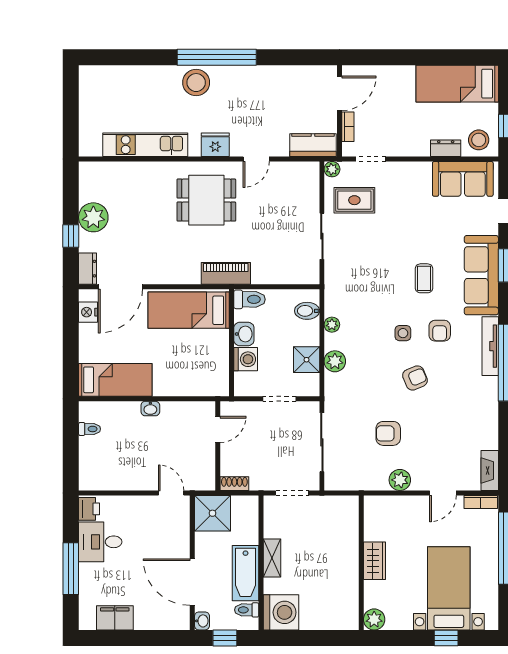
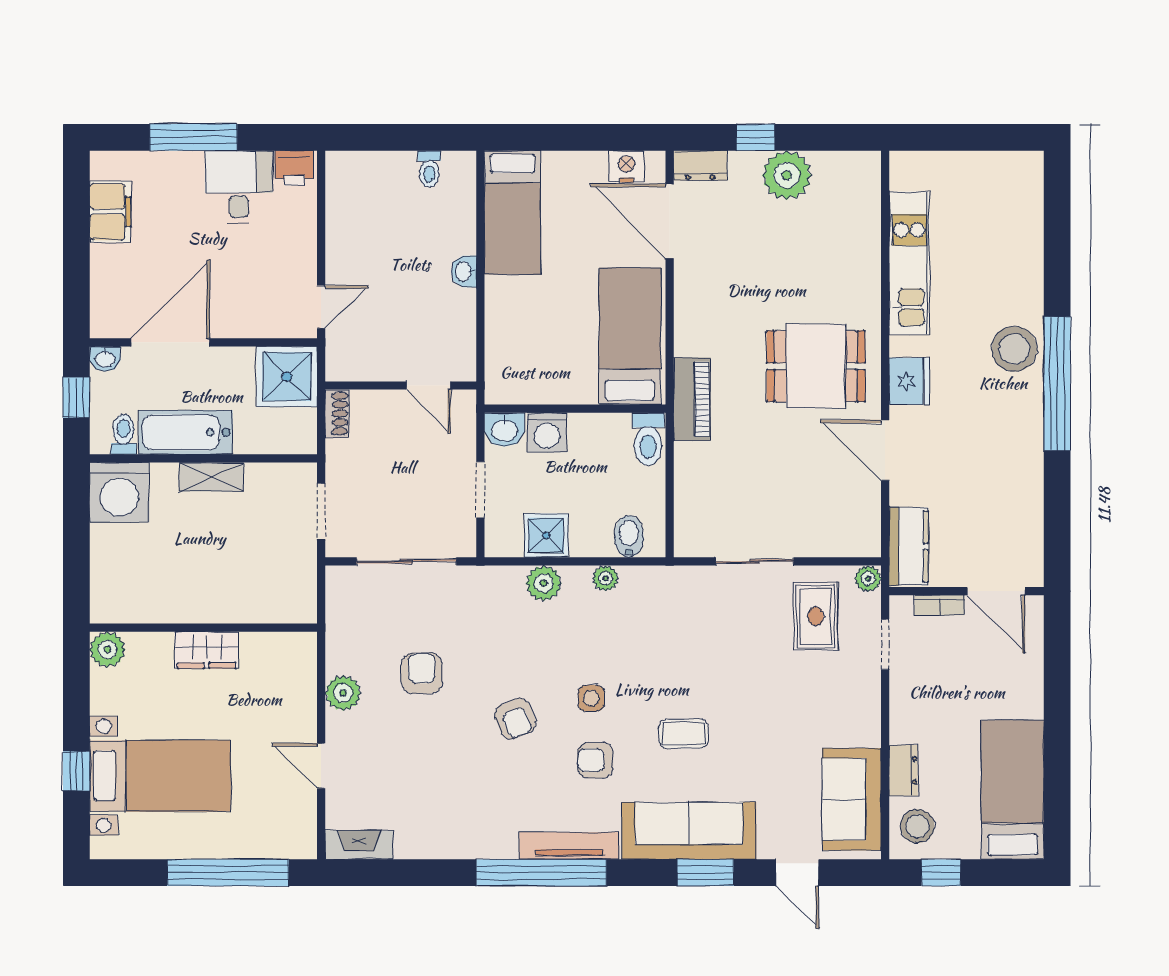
door: (256, 159) -> (885, 450), width x1.38
dining table: (206, 200) -> (816, 366), turned 90
washbasin: (244, 334) -> (504, 430), moved
bookcase: (481, 502) -> (306, 830), removed

